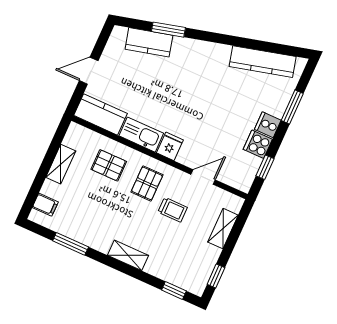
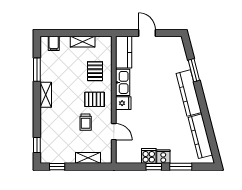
kitchen counter: (149, 42) -> (189, 93), moved, width x1.50
window: (265, 167) -> (154, 167), moved
shelving: (128, 255) -> (46, 95), moved

